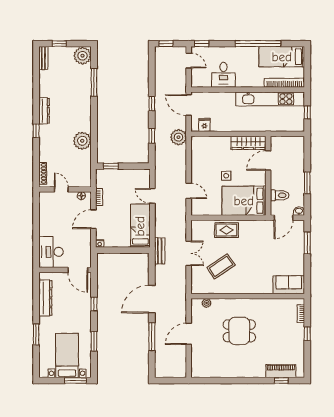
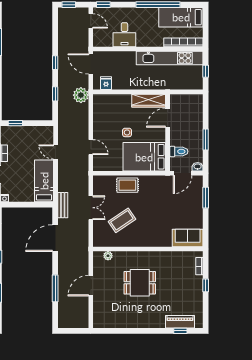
door: (152, 299) -> (55, 238), moved

